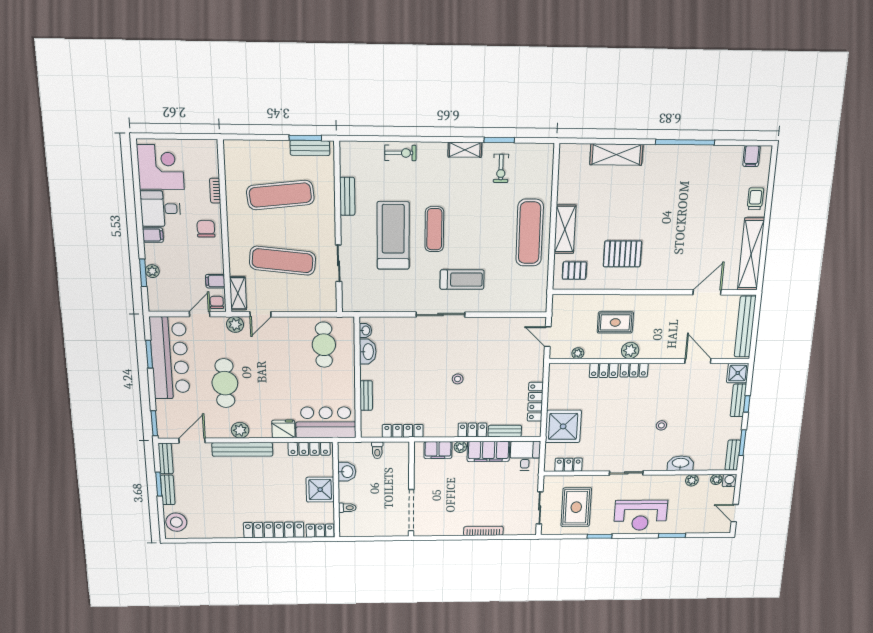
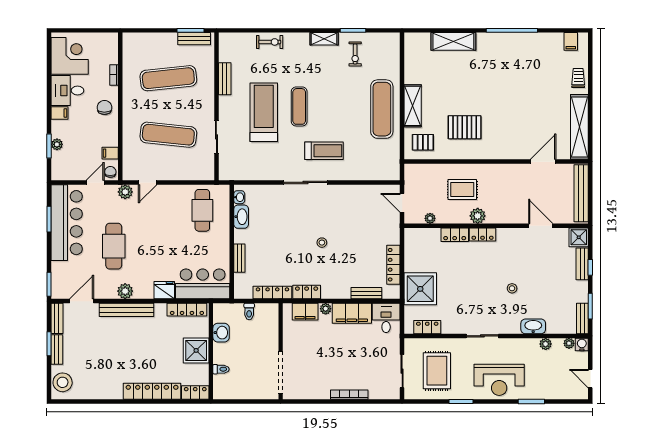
shelving: (238, 293) -> (129, 164), removed
locker: (472, 430) -> (307, 292), moved

